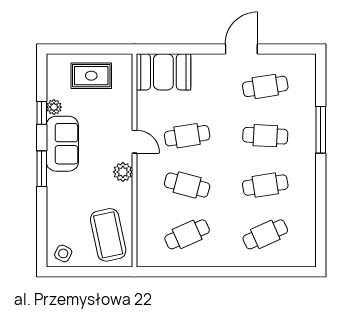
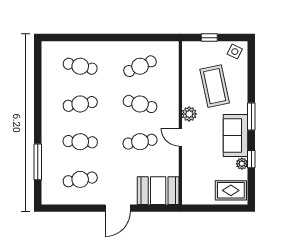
door: (241, 49) -> (118, 208), moved
rug: (91, 76) -> (231, 190), moved
window: (321, 130) -> (38, 162), moved
cafe table: (265, 234) -> (80, 66), turned 36
coffee table: (108, 235) -> (215, 86), moved
window: (97, 272) -> (209, 38), added

